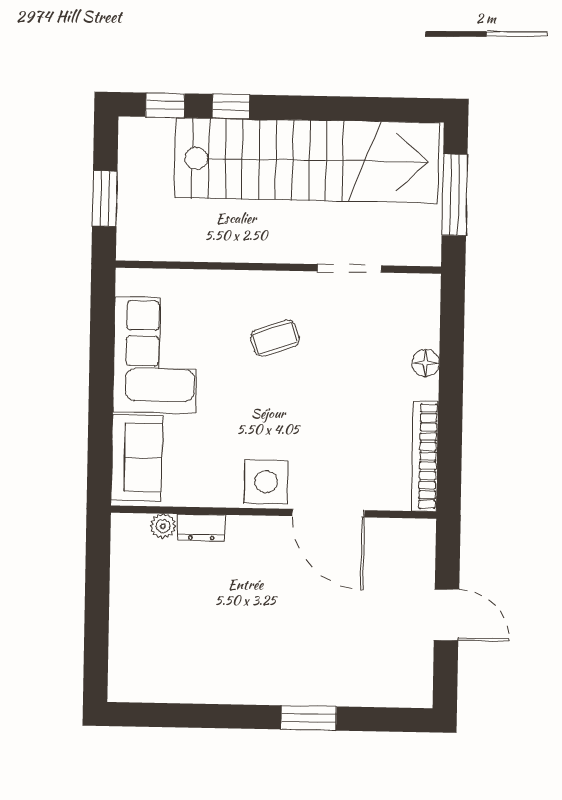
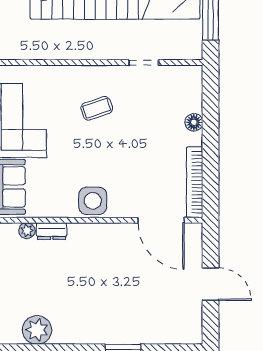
doorway: (349, 268) -> (144, 63), width x0.73
door: (328, 513) -> (161, 220), moved
plant: (176, 681) -> (37, 330), added

